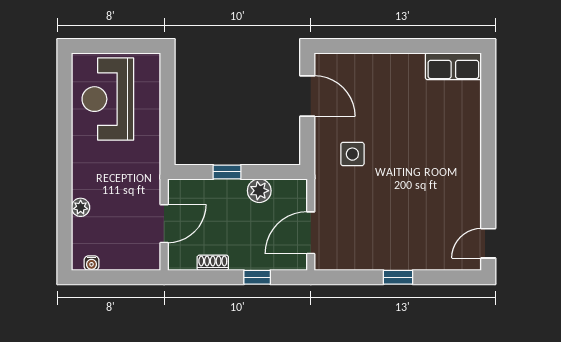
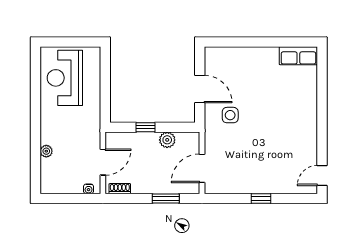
door: (307, 96) -> (200, 89), moved
water cooler: (91, 263) -> (89, 189), moved
shoe rack: (213, 263) -> (120, 189), moved
window: (257, 277) -> (166, 198), width x1.50

